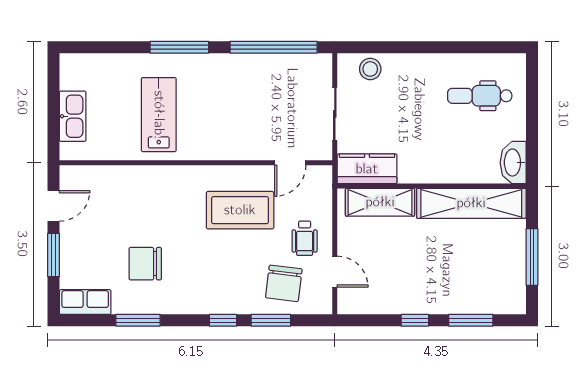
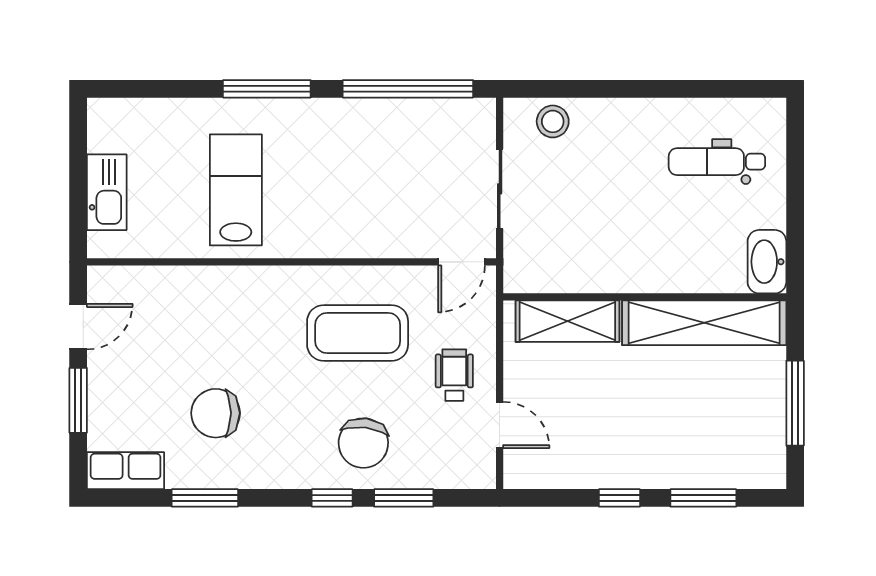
door: (290, 163) -> (462, 262), moved
kitchen counter: (367, 169) -> (548, 271), removed
wheelchair: (305, 238) -> (454, 375), turned 180
chair: (284, 283) -> (363, 443), moved

